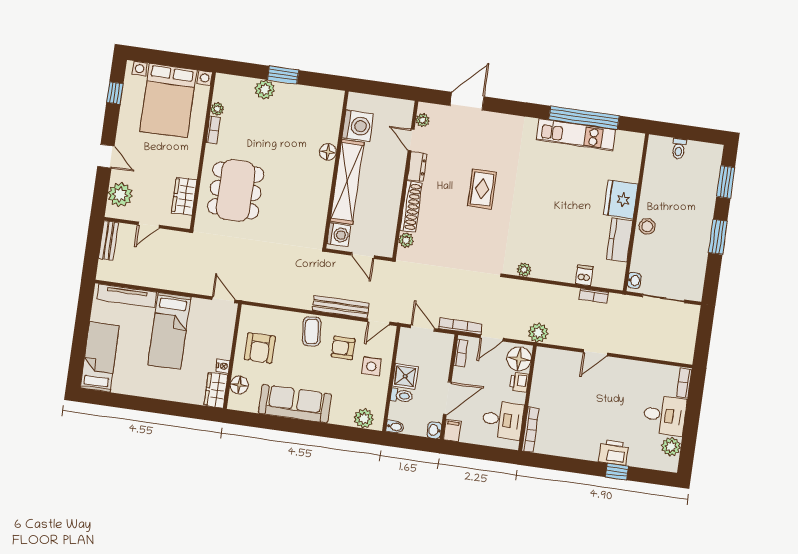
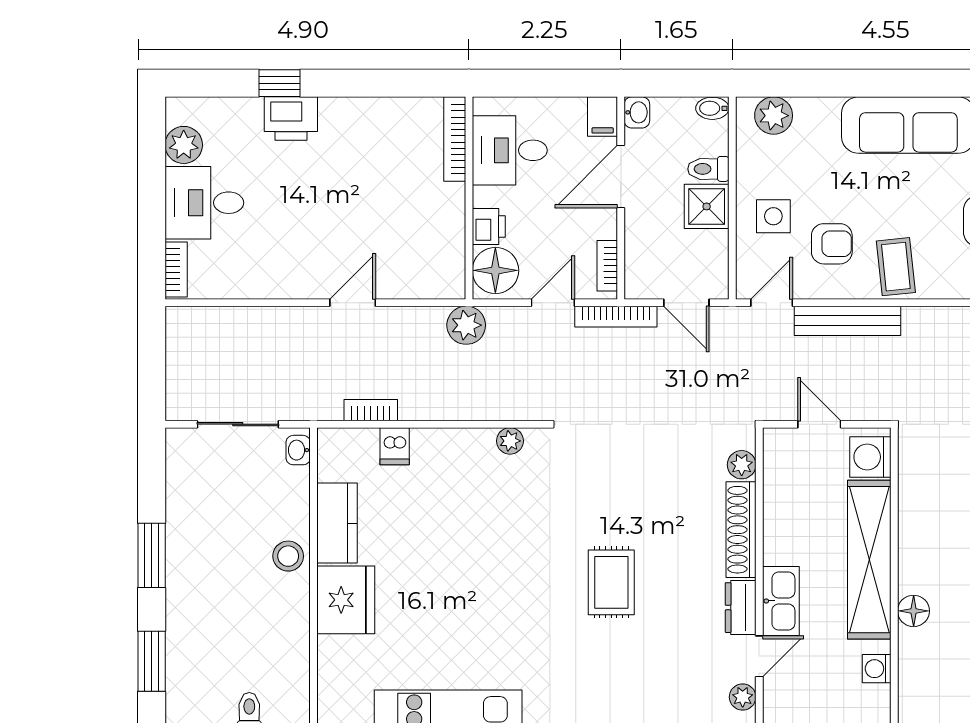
washing machine: (358, 126) -> (877, 669), width x0.53, depth x0.53
door: (411, 140) -> (759, 656), hinge flipped
kitchen sink: (396, 167) -> (781, 601), added

